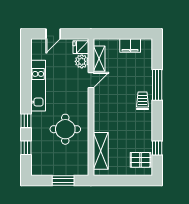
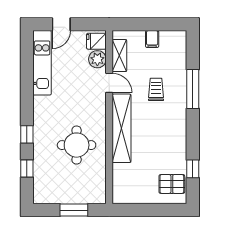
filing cabinet: (130, 45) -> (152, 39), width x0.50
door: (91, 80) -> (109, 83), hinge flipped
kitchen unit: (38, 86) -> (42, 63), moved
trolley: (142, 101) -> (156, 89), moved
shelving: (101, 151) -> (122, 128), moved, width x1.47

